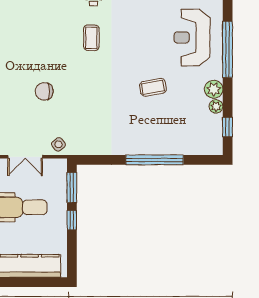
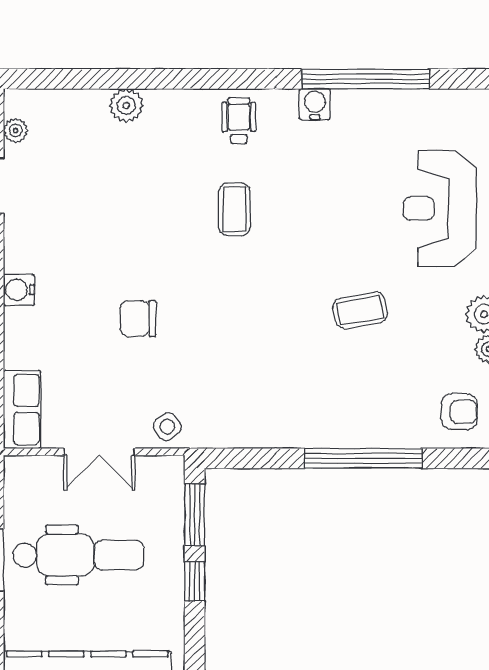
armchair: (202, 137) -> (459, 412), added

